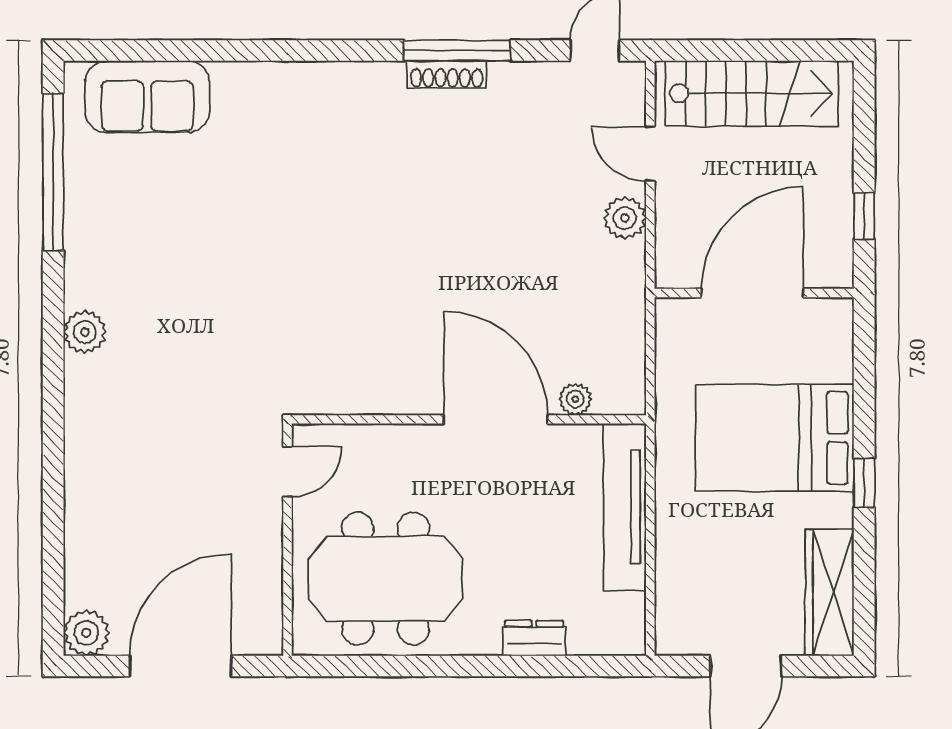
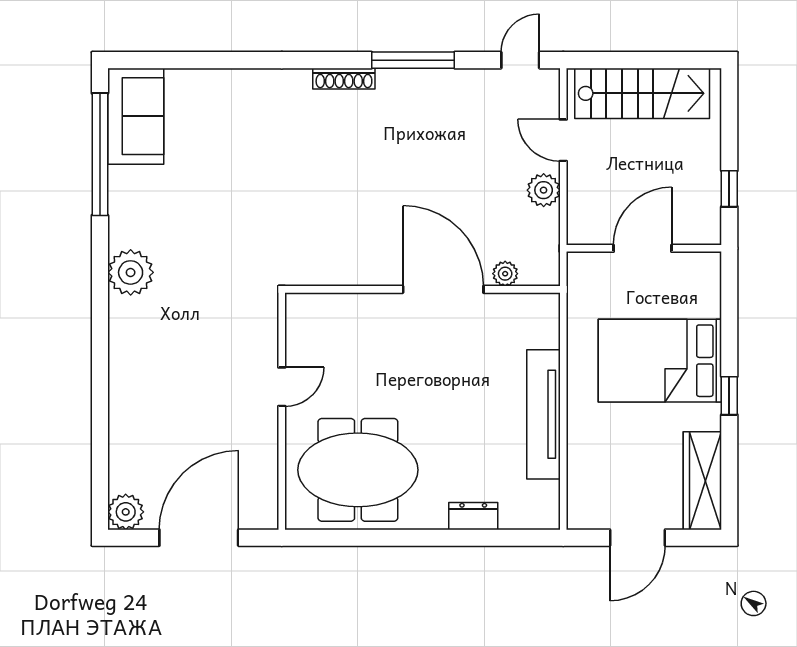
shoe rack: (447, 74) -> (344, 79), moved
sofa: (147, 97) -> (136, 116), moved, turned -90
door: (752, 293) -> (642, 248), width x0.73
plant: (85, 332) -> (131, 272), width x1.36, depth x1.36
plant: (575, 399) -> (505, 274), moved
wall: (469, 419) -> (423, 289), moved
door: (495, 419) -> (443, 289), moved

